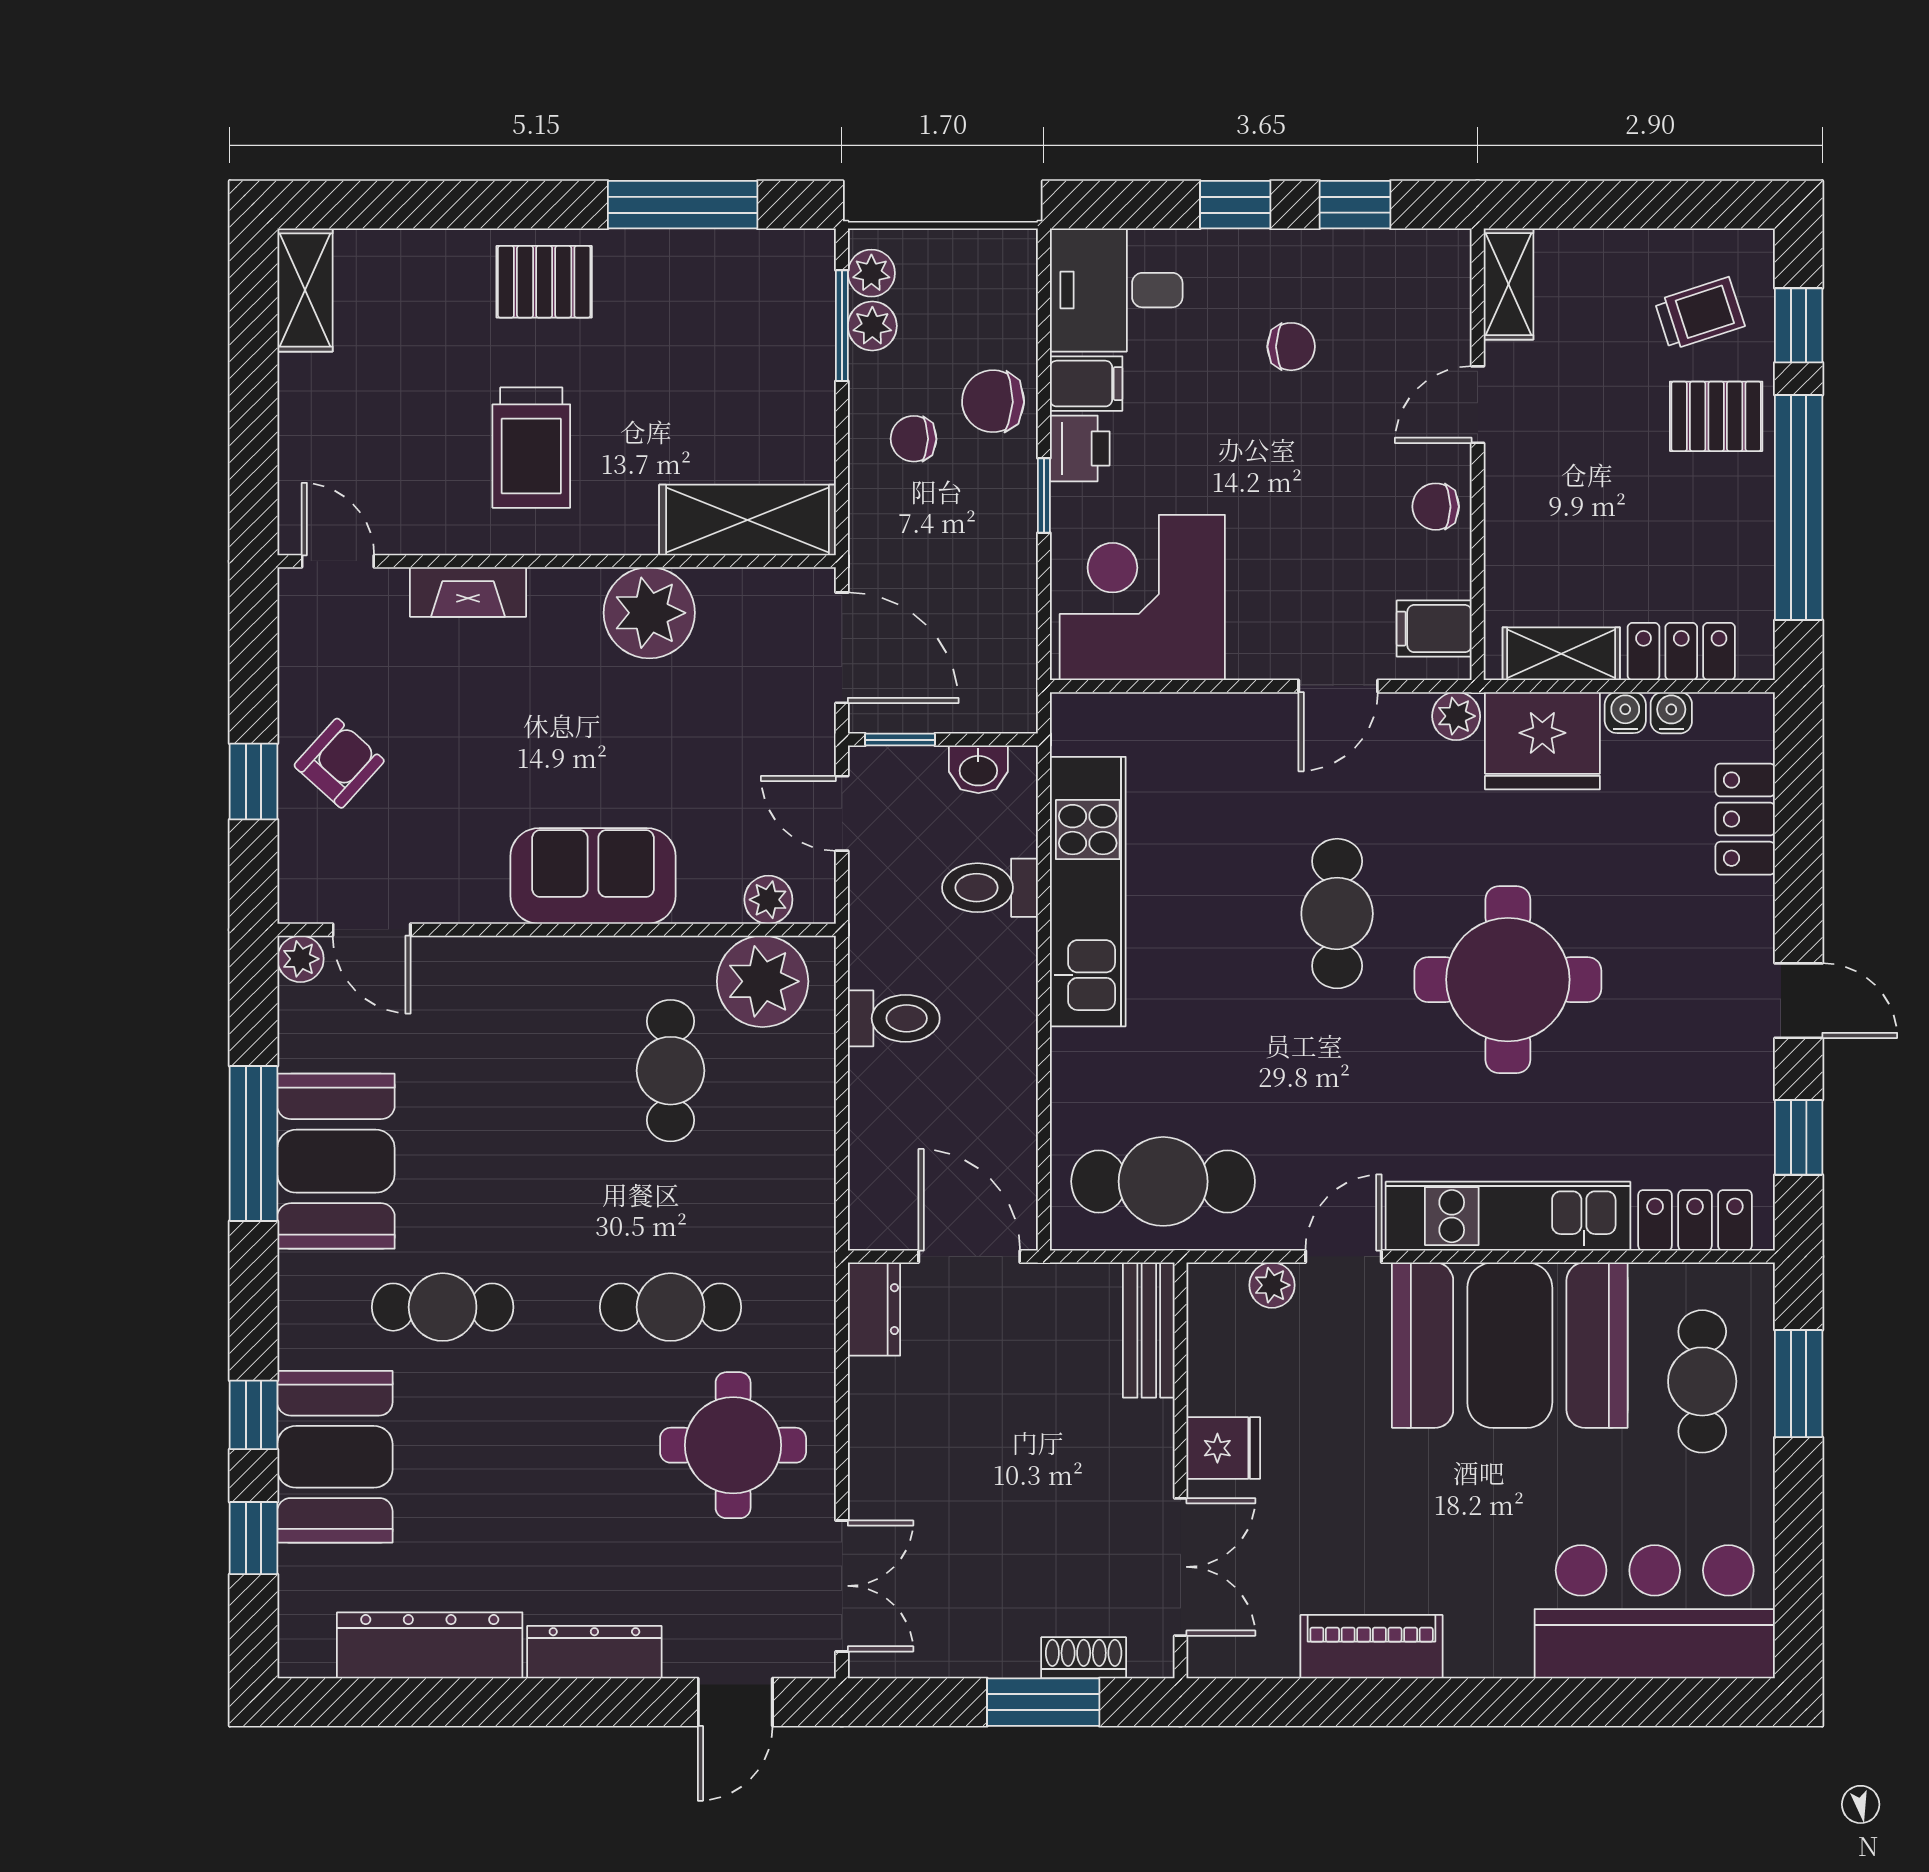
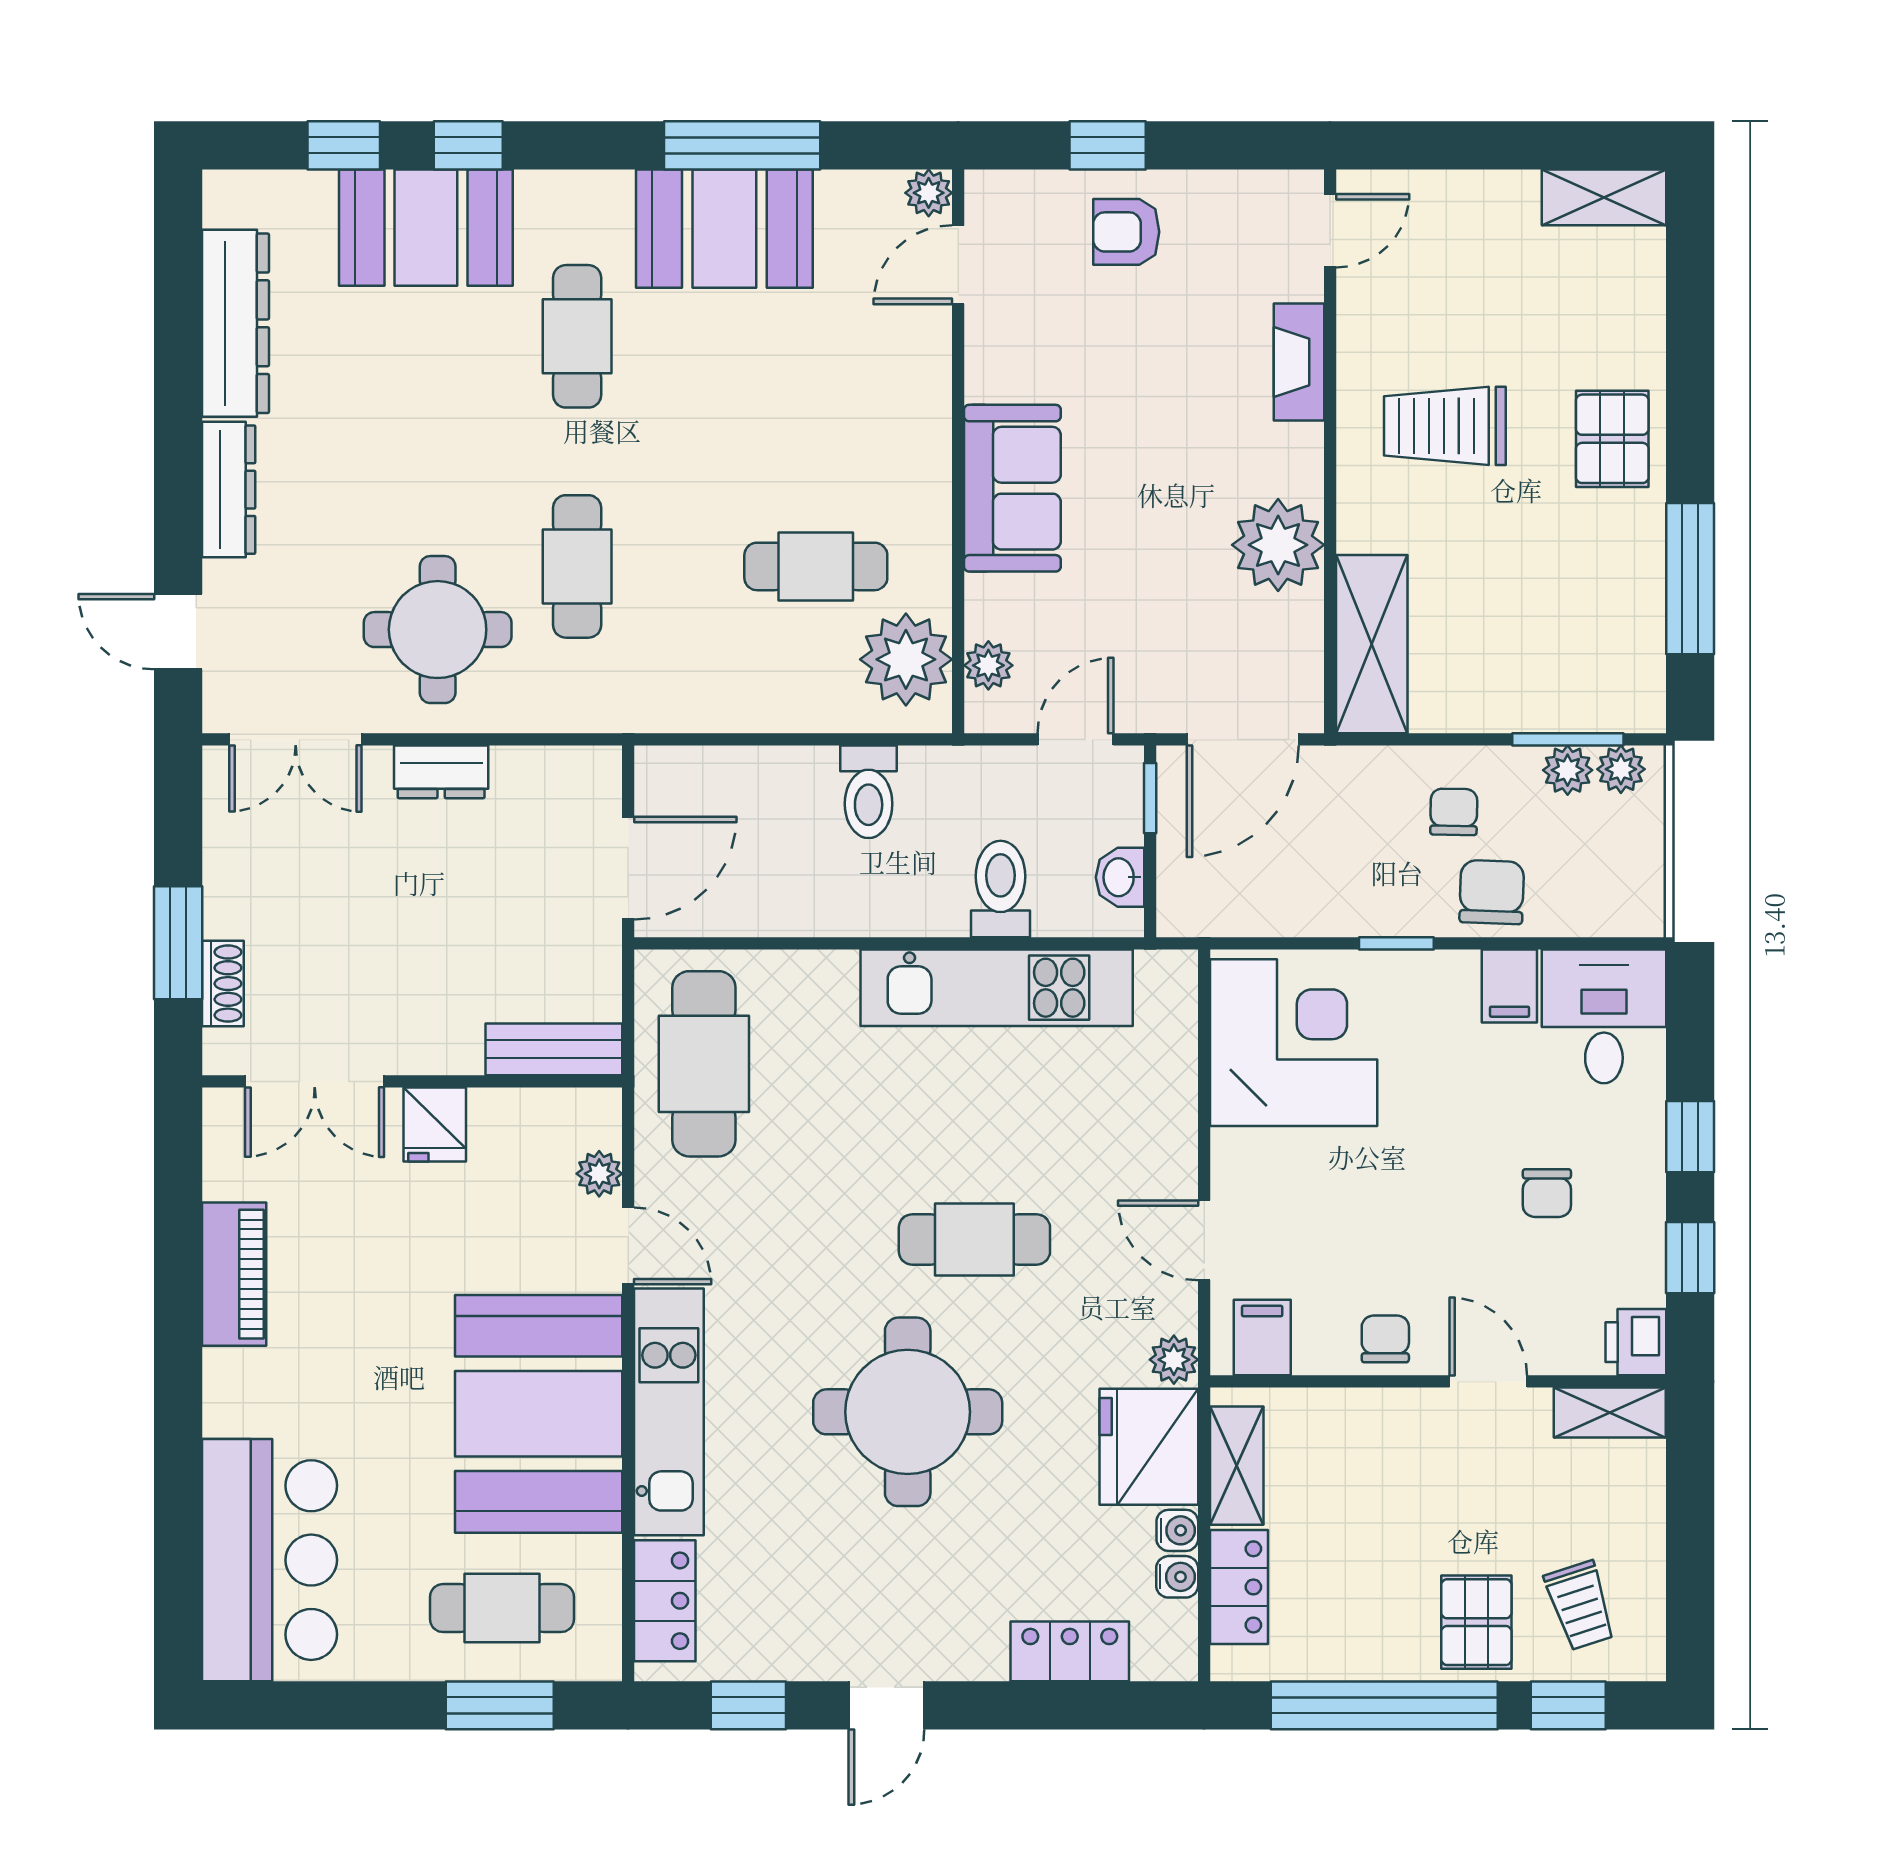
printer: (1080, 448) -> (1636, 1342), moved, turned 90
armchair: (339, 763) -> (1126, 232), turned 138
dresser: (874, 1309) -> (441, 772), moved

